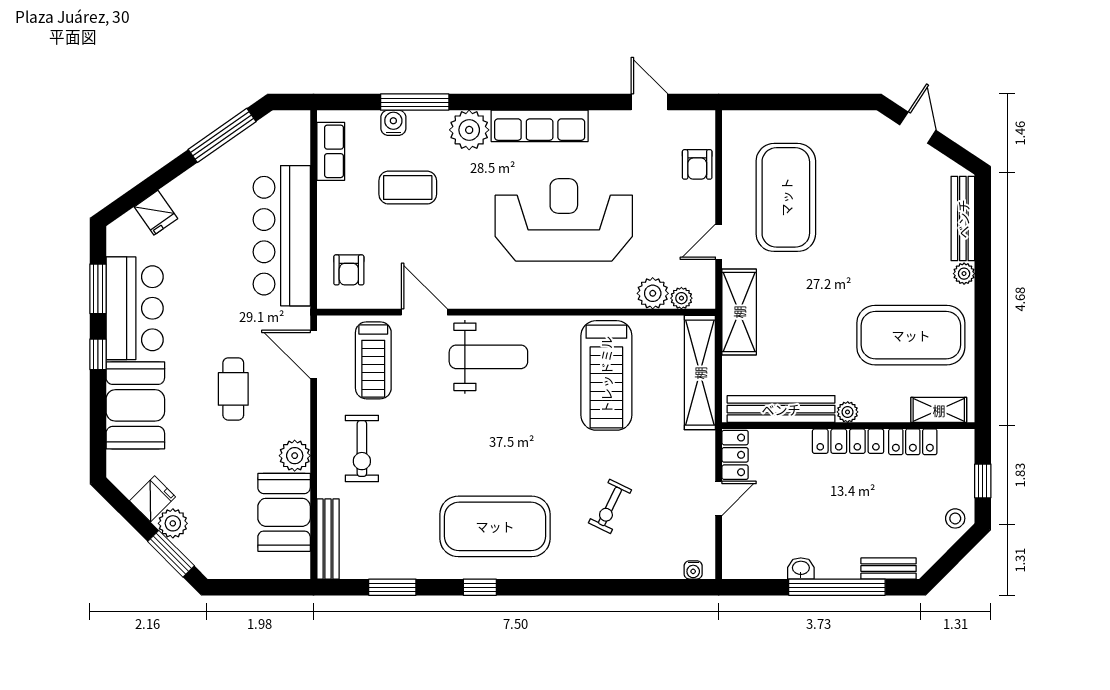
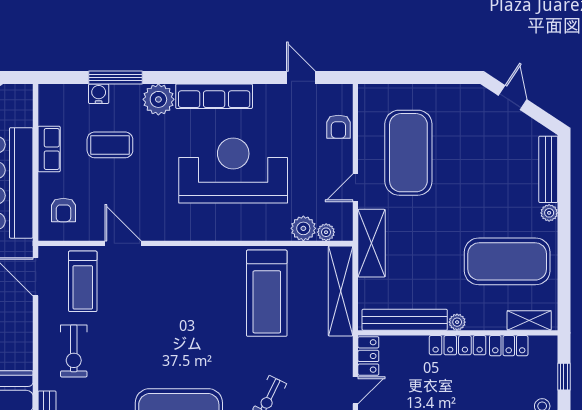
row of seats: (331, 151) -> (49, 149), moved
weight bench: (488, 357) -> (174, 279), removed
plant: (295, 456) -> (21, 357), removed

